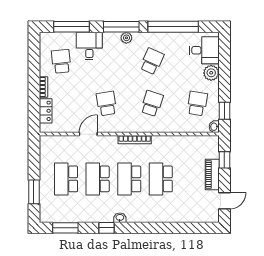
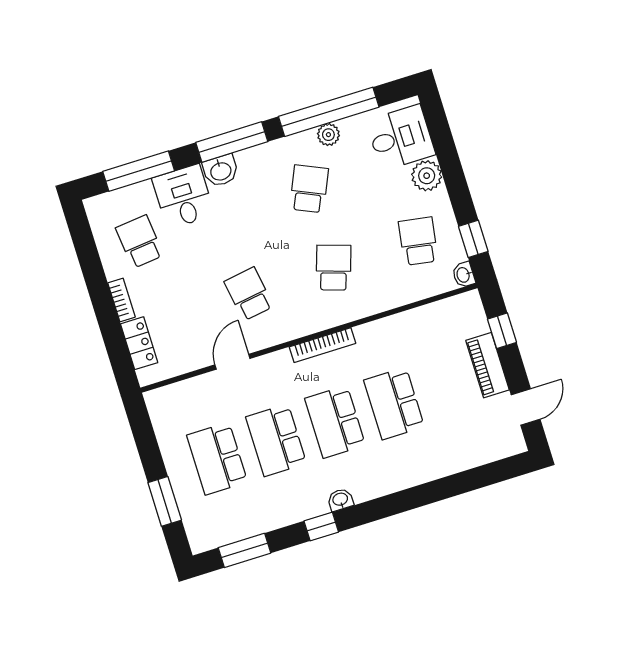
plant: (126, 38) -> (328, 135), moved
washbasin: (111, 39) -> (221, 171), added

